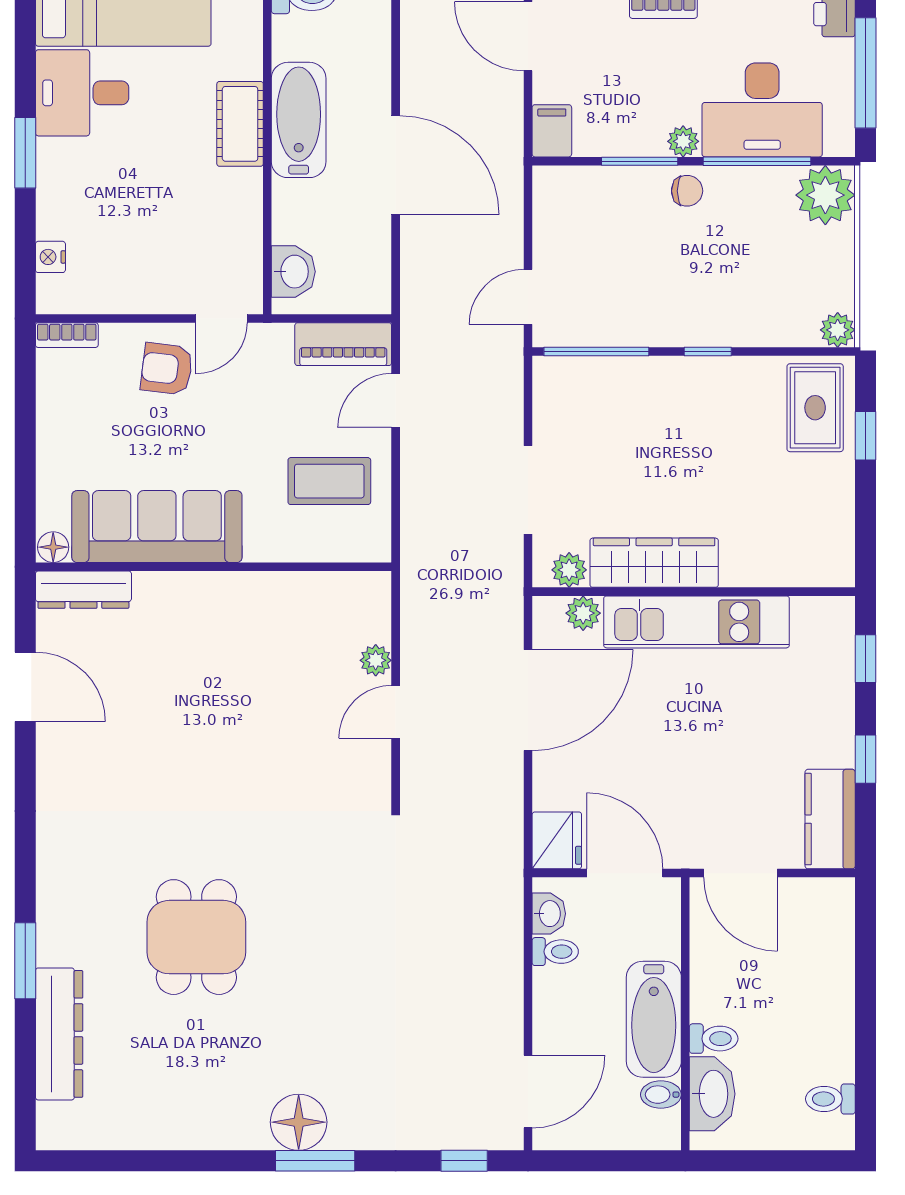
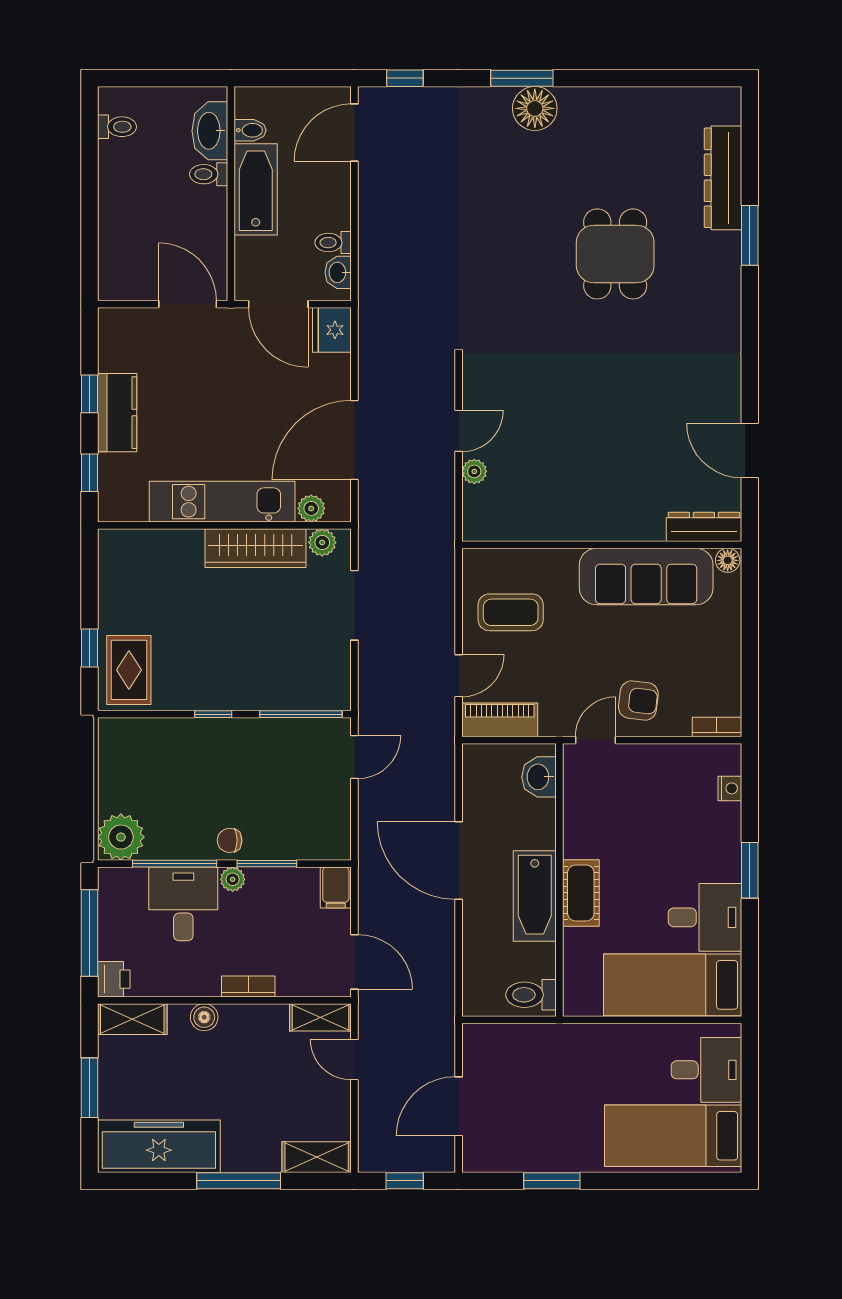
desk: (762, 110) -> (183, 904), width x0.73
plant: (838, 330) -> (111, 731), removed
kitchen counter: (830, 819) -> (117, 413), moved

